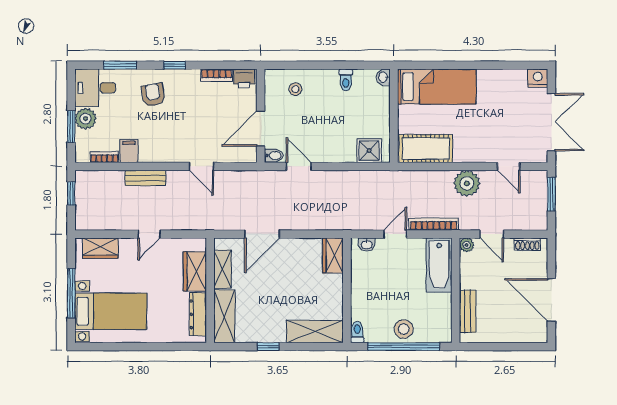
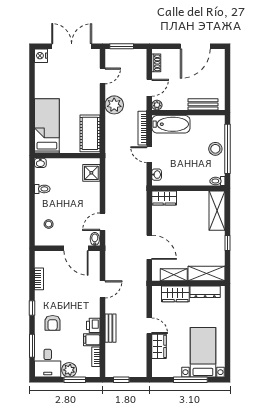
printer: (244, 78) -> (93, 325), moved, turned 180
armchair: (153, 95) -> (53, 323), turned -80
wardrobe: (100, 248) -> (159, 346), moved

